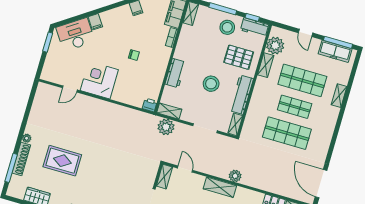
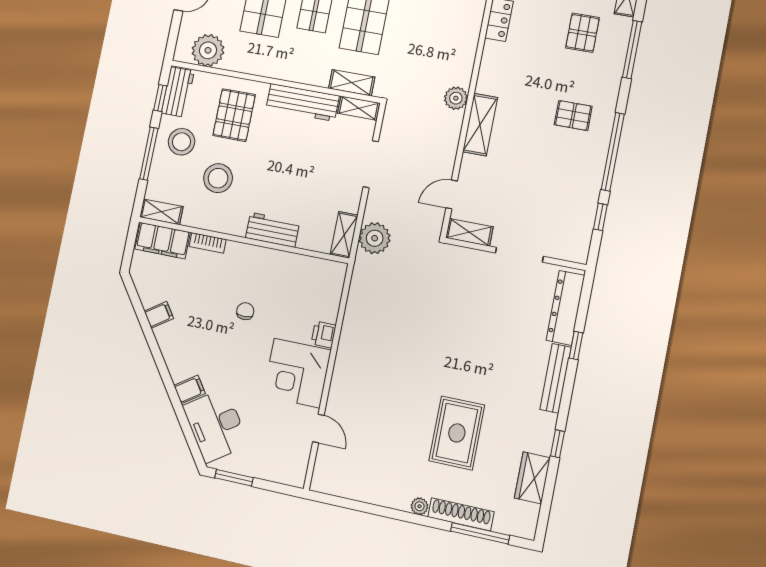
shelving: (266, 65) -> (352, 83), moved
stool: (211, 84) -> (218, 178), moved
printer: (150, 105) -> (324, 335), moved

